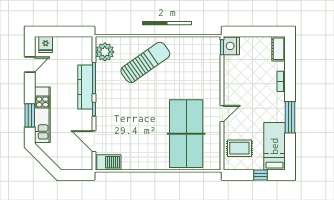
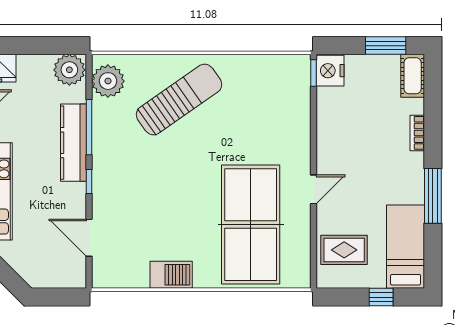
window: (263, 32) -> (386, 46), added
plant: (83, 45) -> (69, 70), added
barbecue: (109, 162) -> (171, 275), moved

